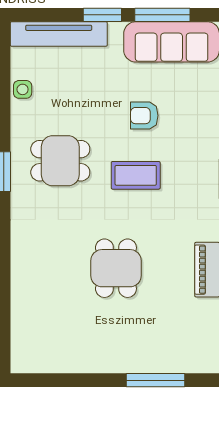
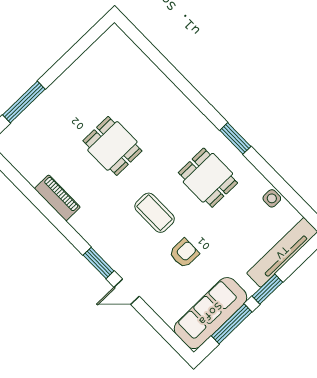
dining table: (60, 161) -> (208, 178), turned 90
coffee table: (136, 175) -> (155, 213), turned 90

